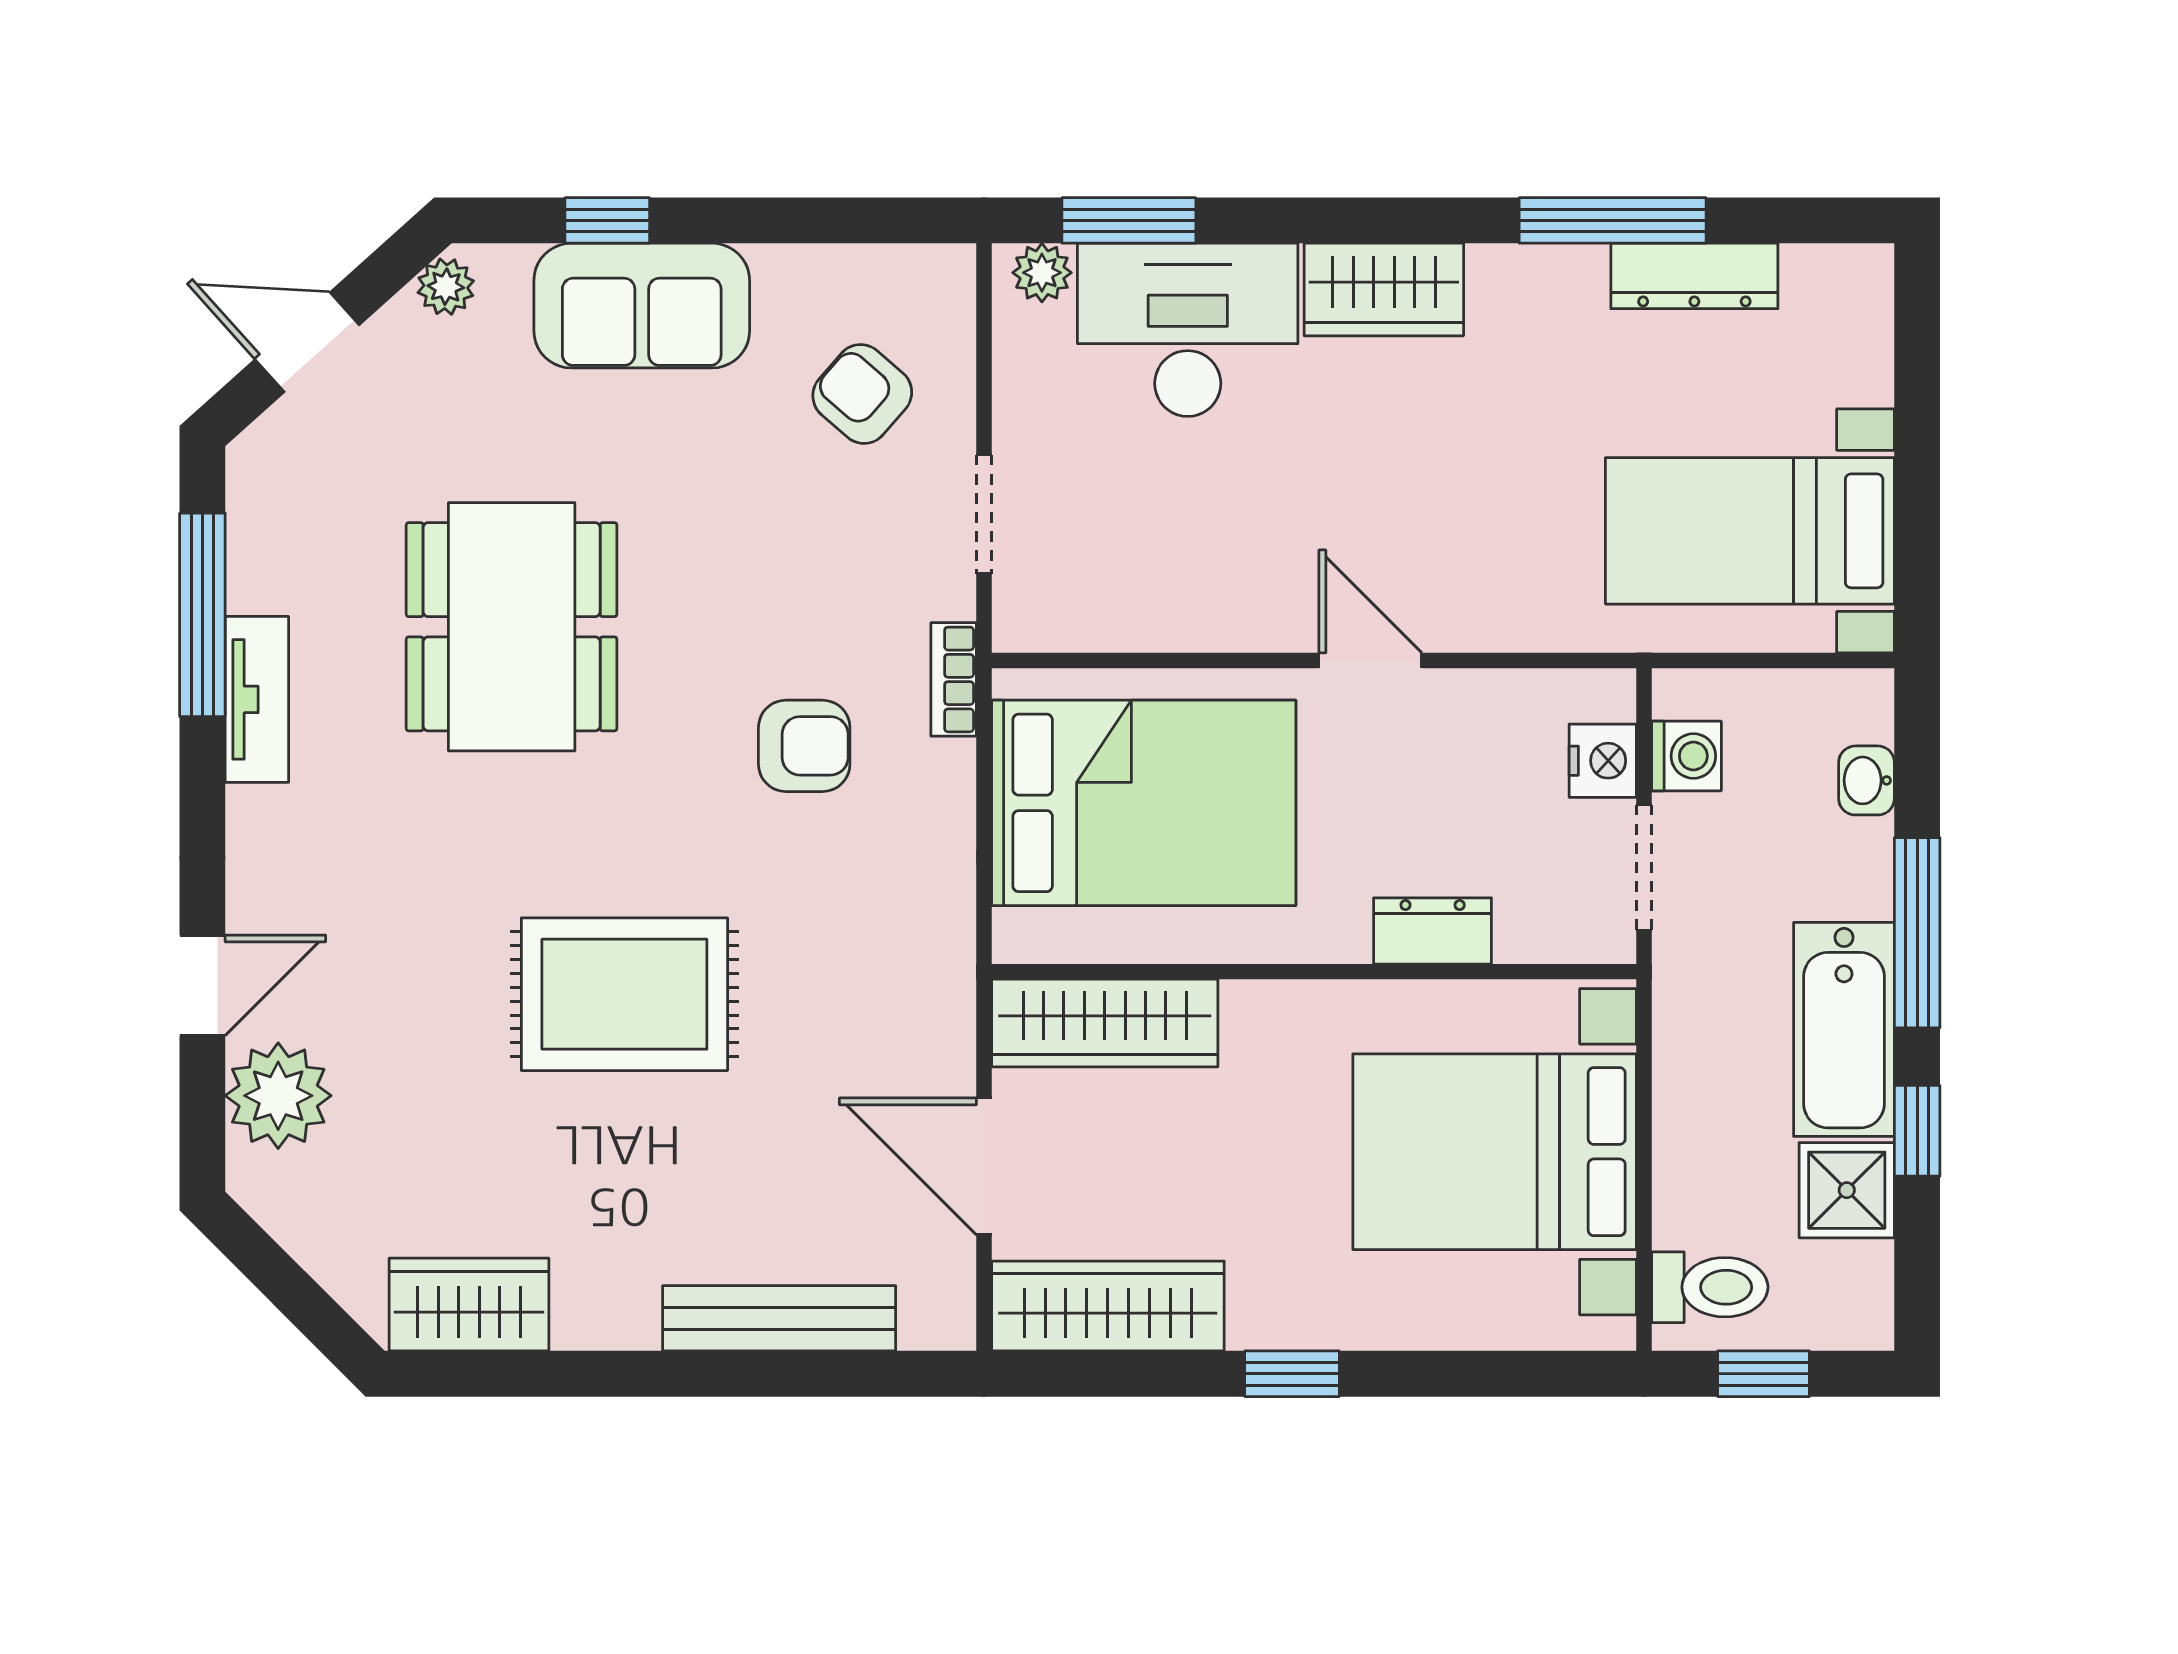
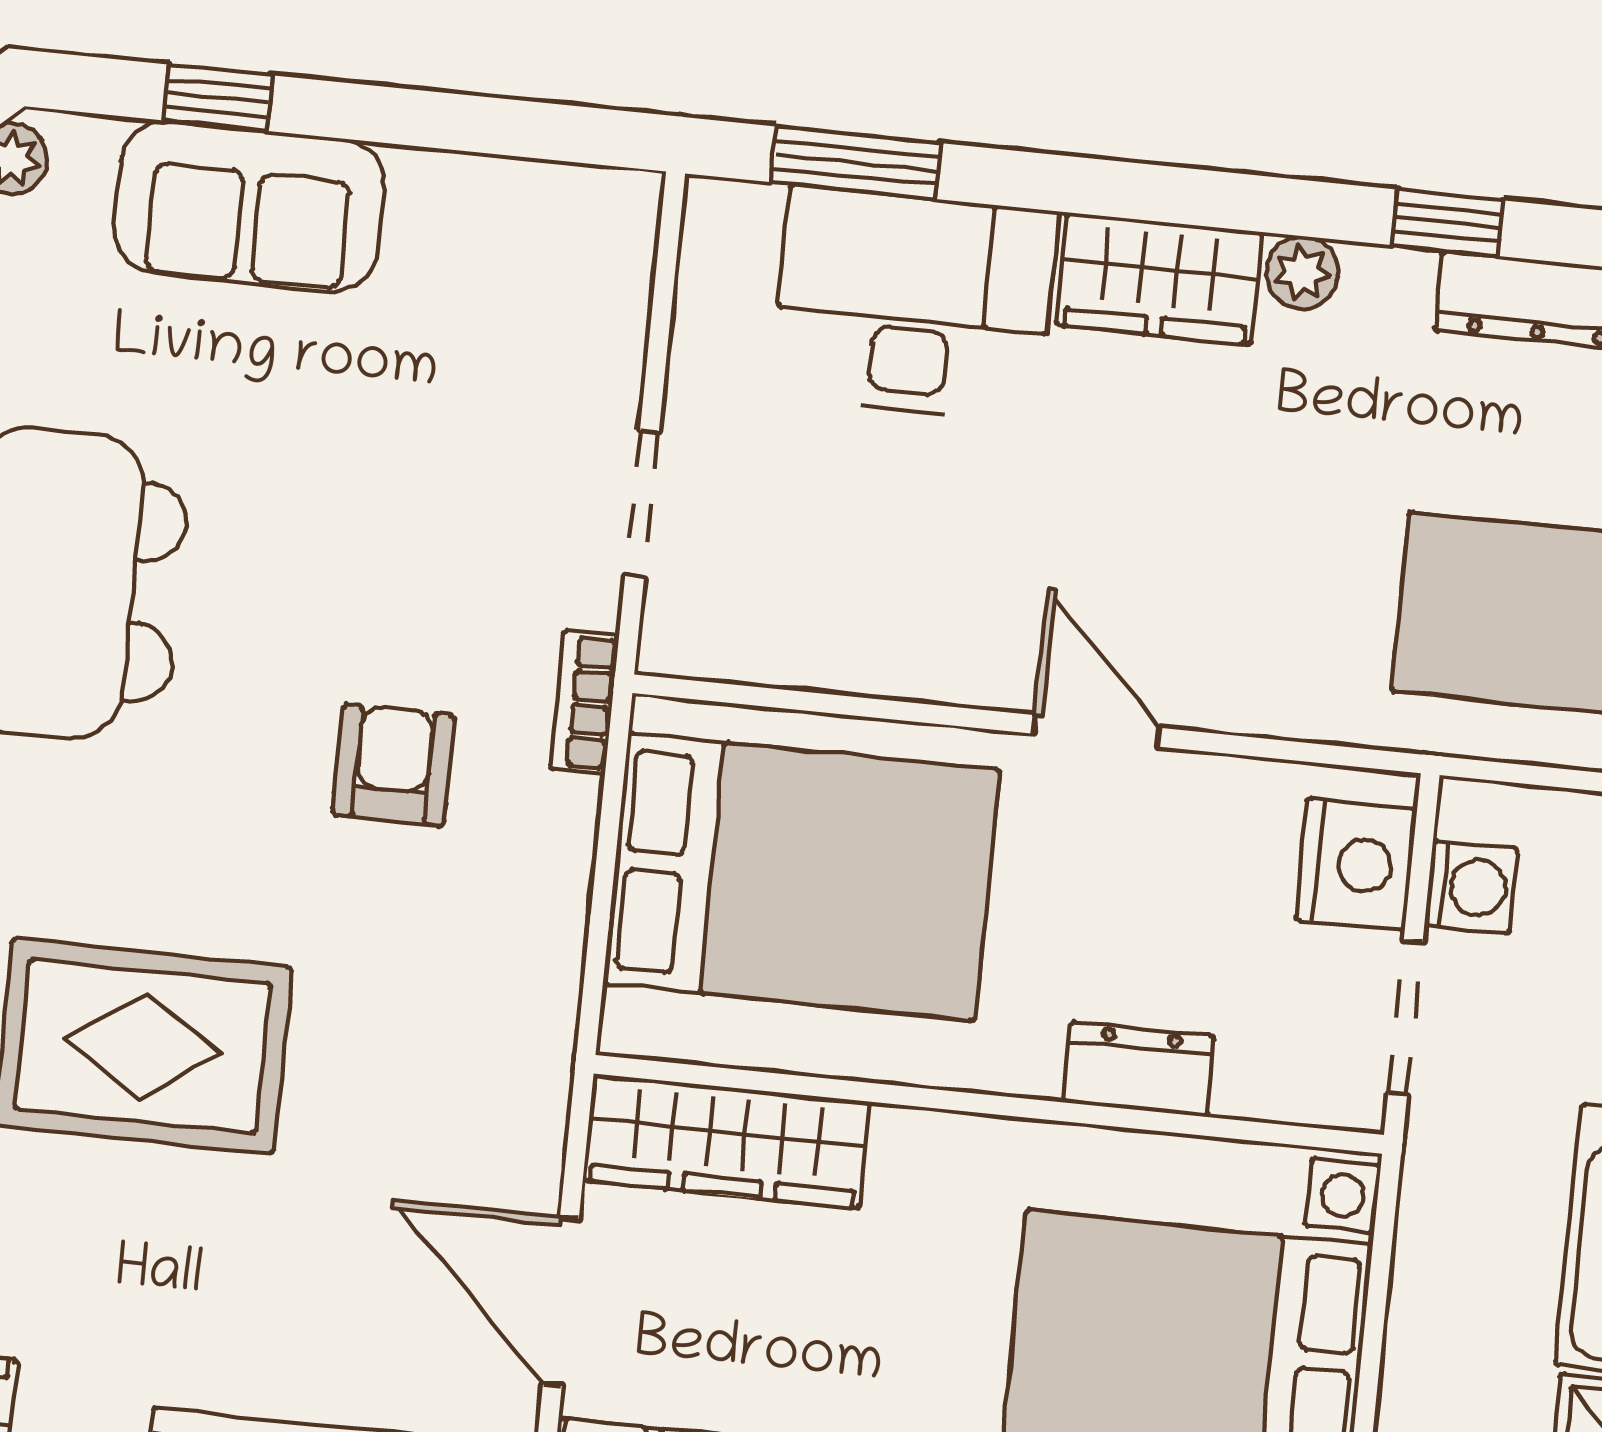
window: (1613, 220) -> (1447, 223), width x0.46
plant: (1042, 273) -> (1302, 272), moved
armchair: (862, 394) -> (508, 342), removed
armchair: (804, 746) -> (393, 765), turned -90
nightstand: (1603, 761) -> (1356, 865), width x1.36, depth x1.33

